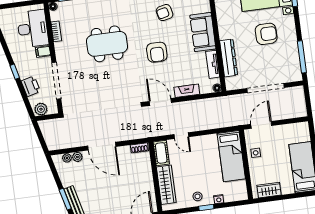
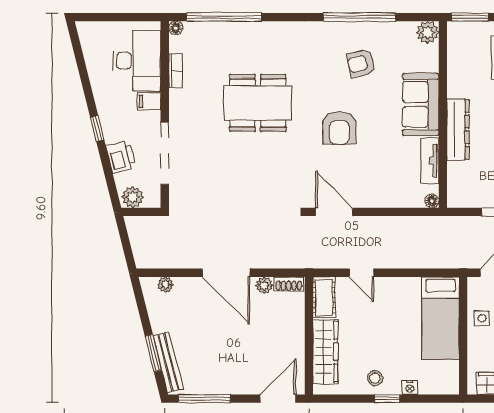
dresser: (229, 58) -> (458, 129), moved
fireplace: (187, 91) -> (381, 199), removed
plant: (77, 157) -> (264, 285), moved

